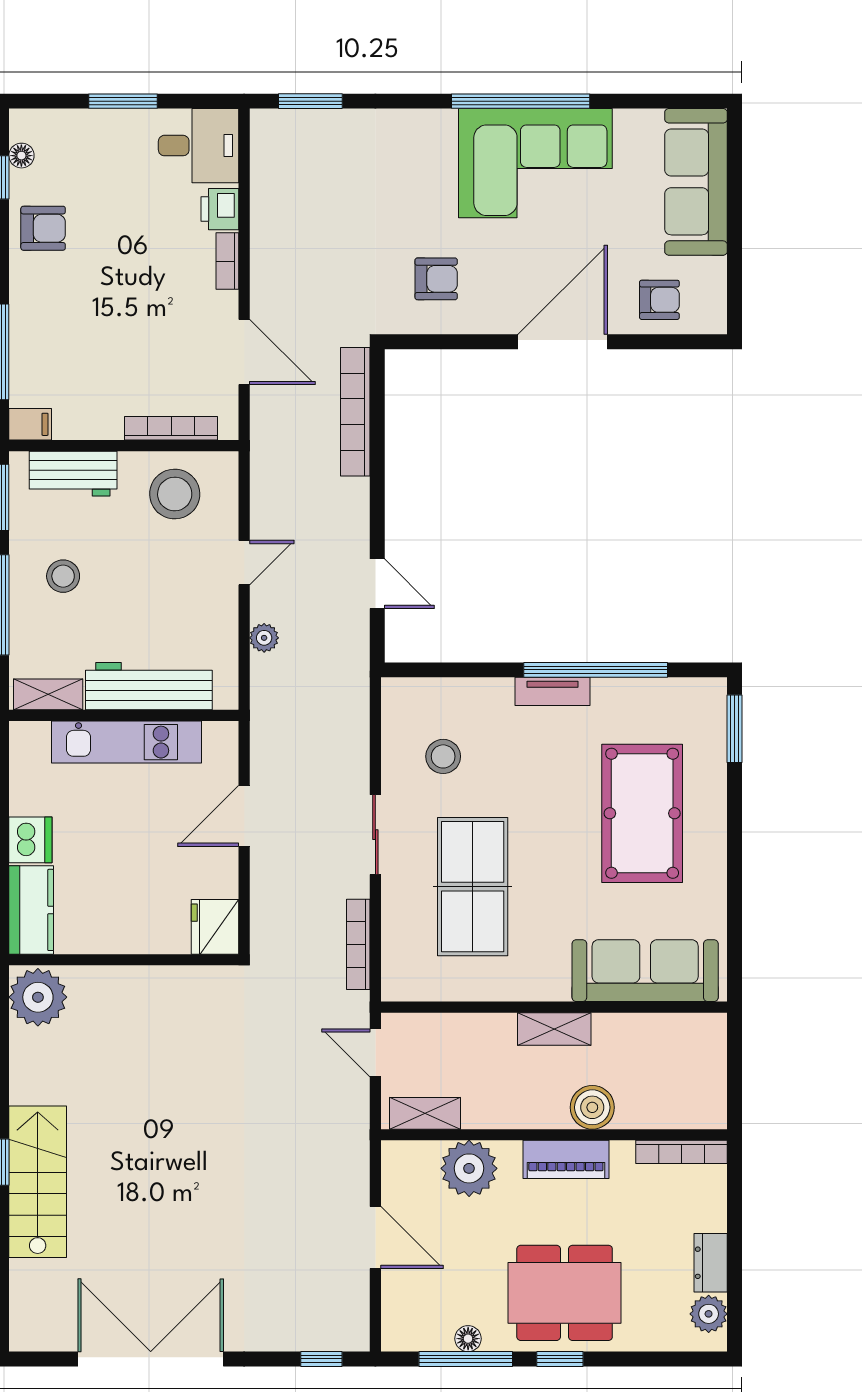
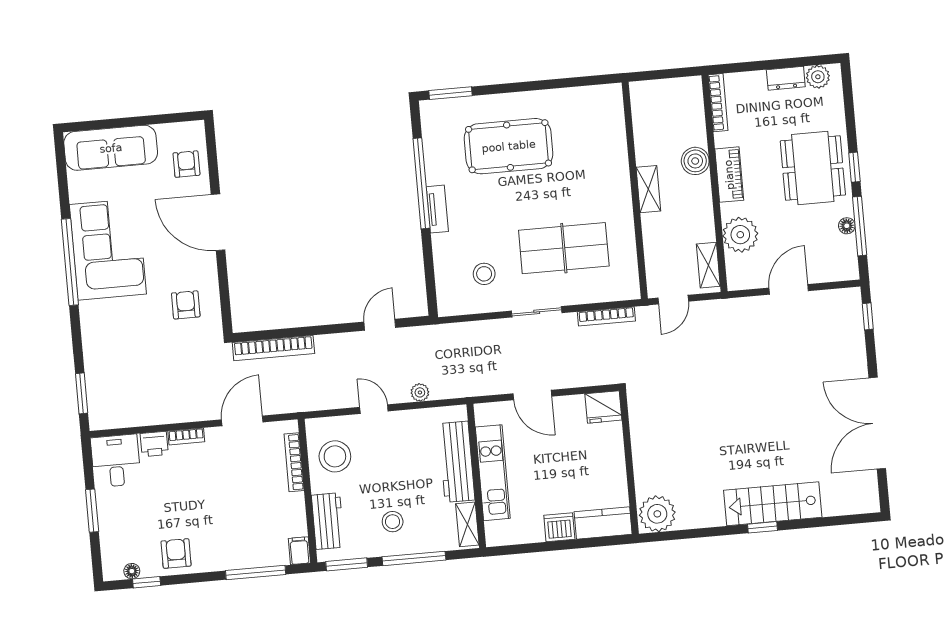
sofa: (645, 971) -> (607, 136), removed

